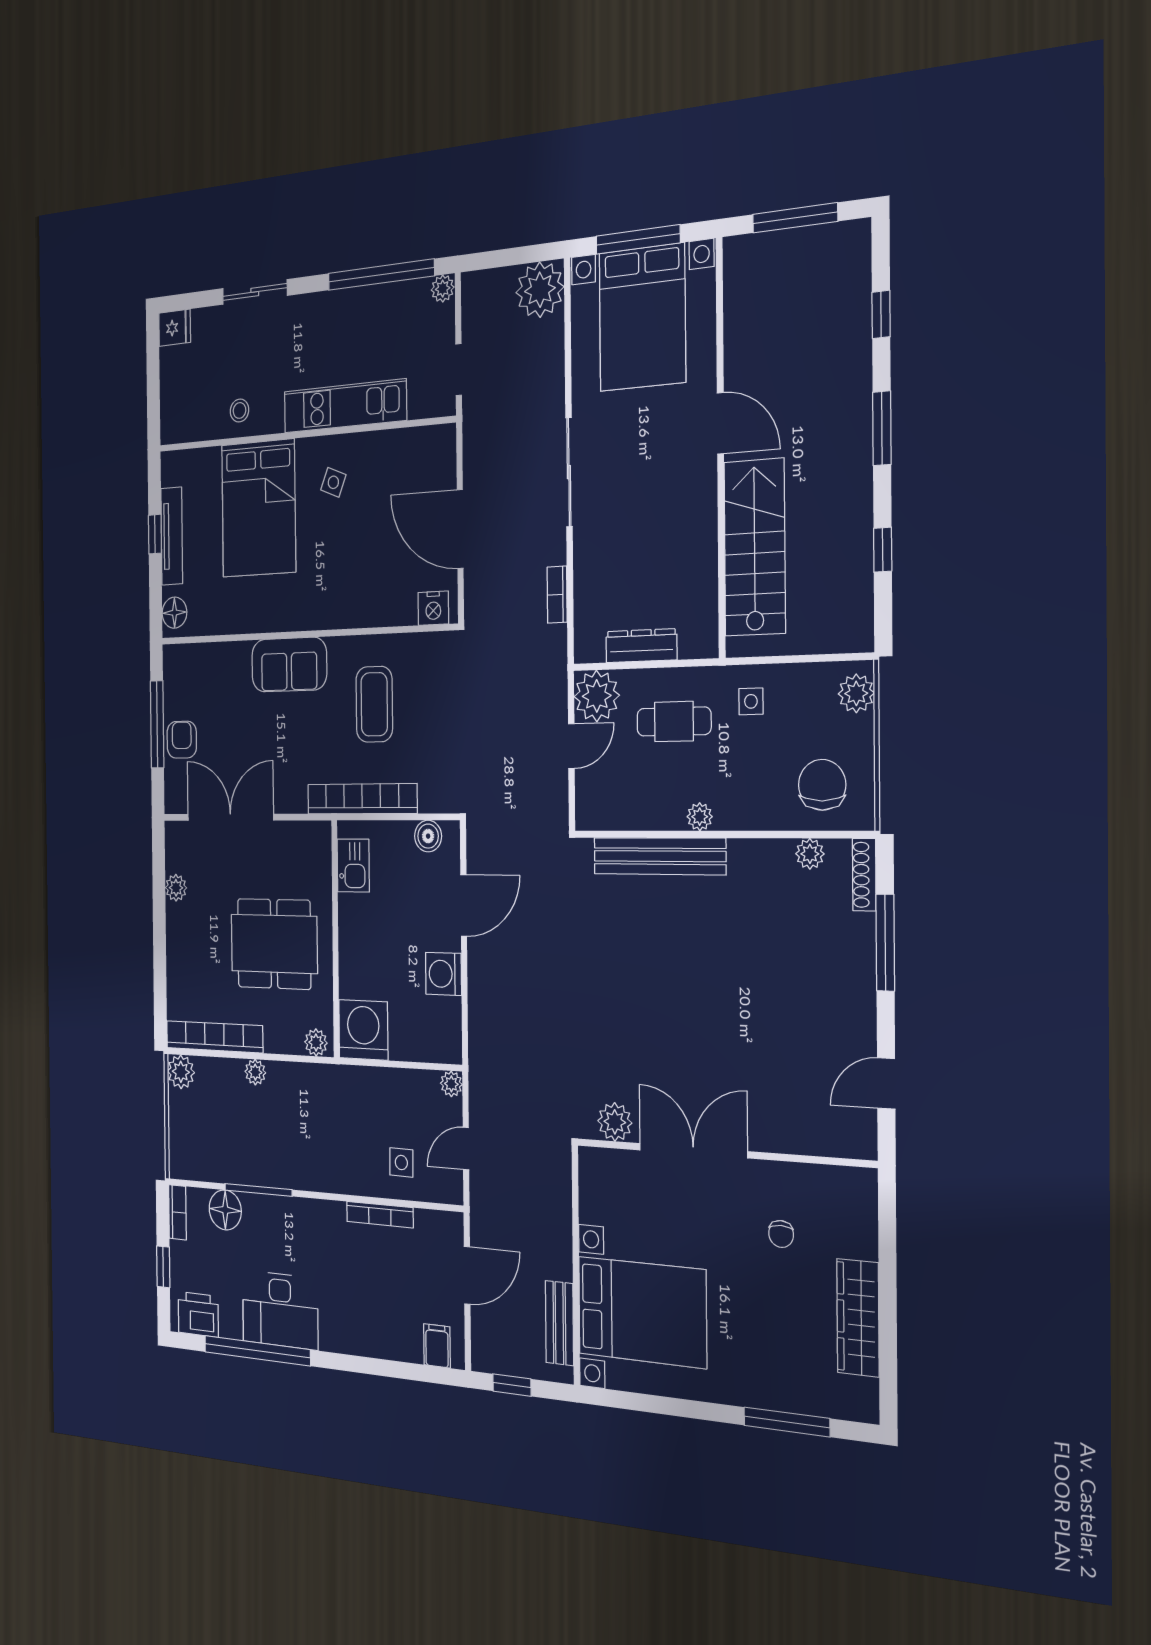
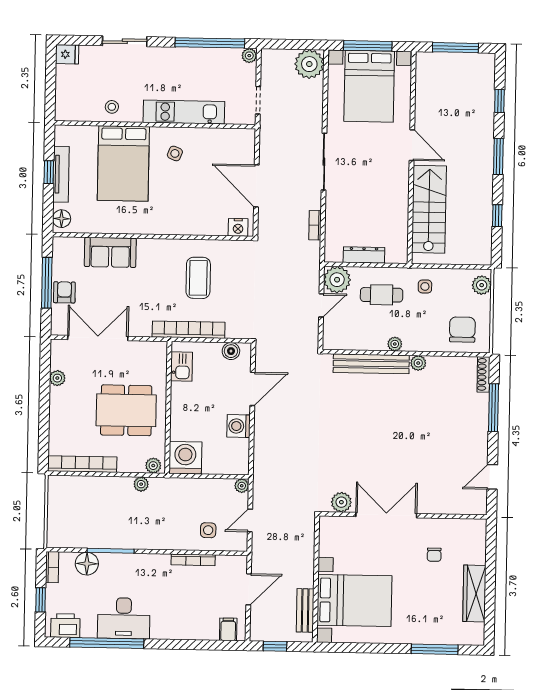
sofa: (289, 665) -> (110, 252), moved
plant: (810, 854) -> (418, 363), moved
plant: (181, 1072) -> (57, 485), removed
plant: (255, 1072) -> (141, 484), moved

